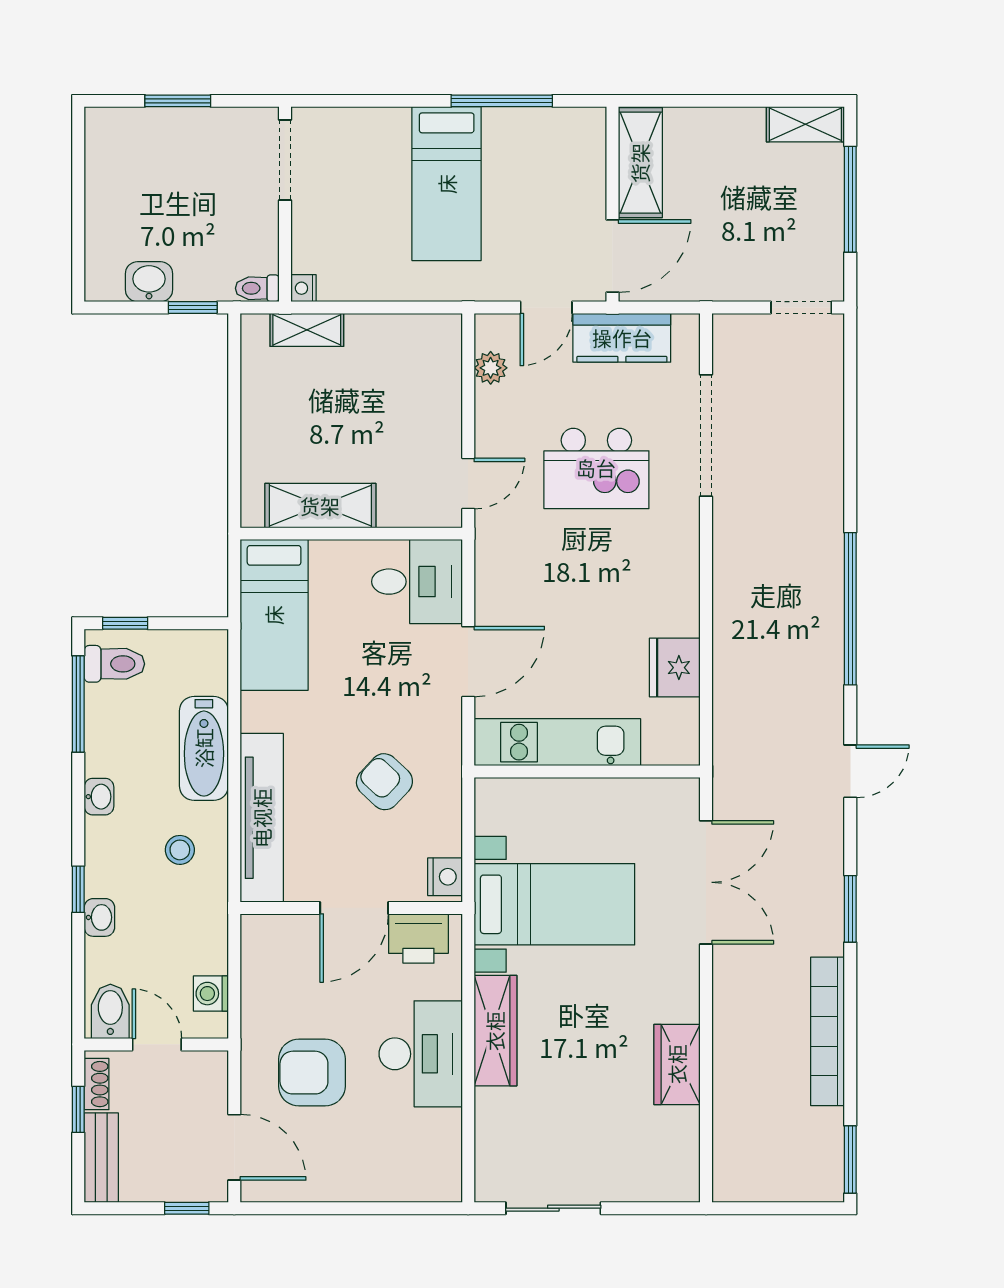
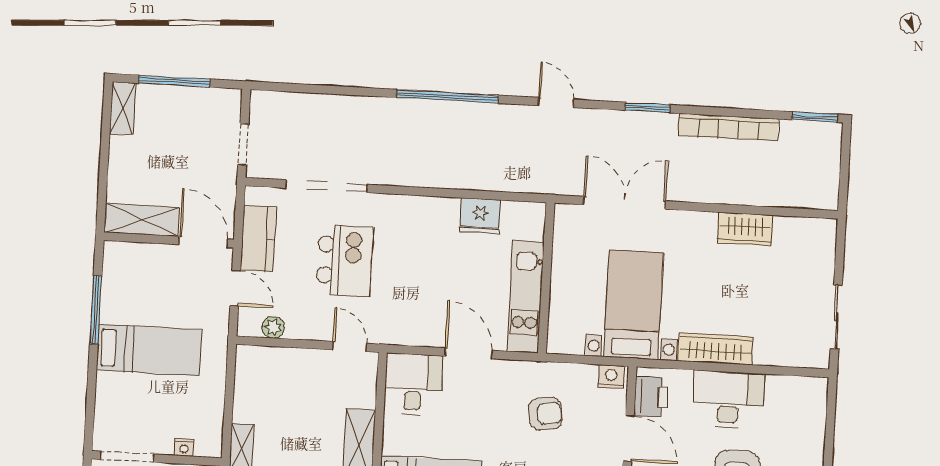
nightstand: (304, 288) -> (184, 447), moved
doorway: (801, 308) -> (243, 144), moved
armchair: (384, 782) -> (545, 414), turned -141

